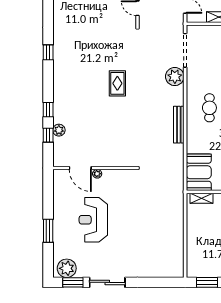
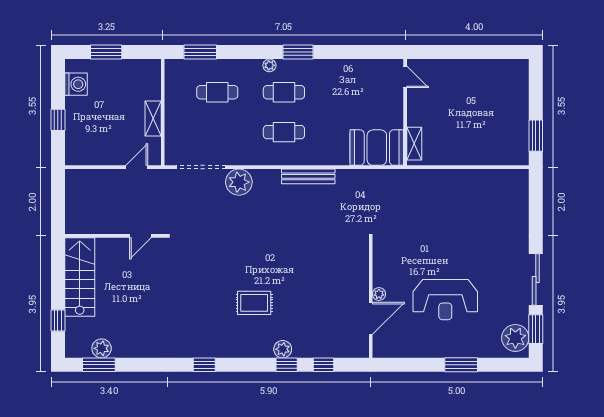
rug: (117, 83) -> (254, 303), moved
plant: (59, 130) -> (283, 349), moved

